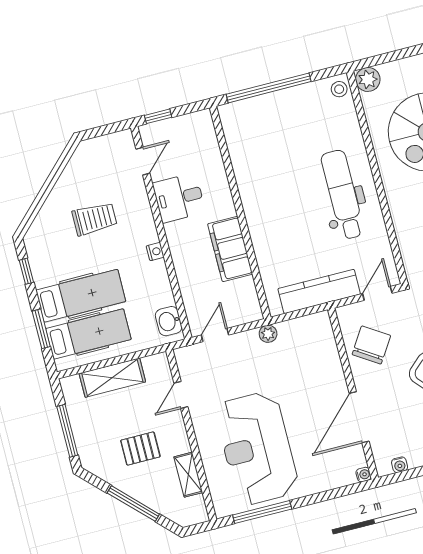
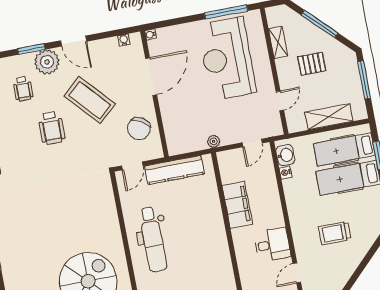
nightstand: (155, 252) -> (286, 172), moved
reception desk: (257, 448) -> (227, 59), turned 180

